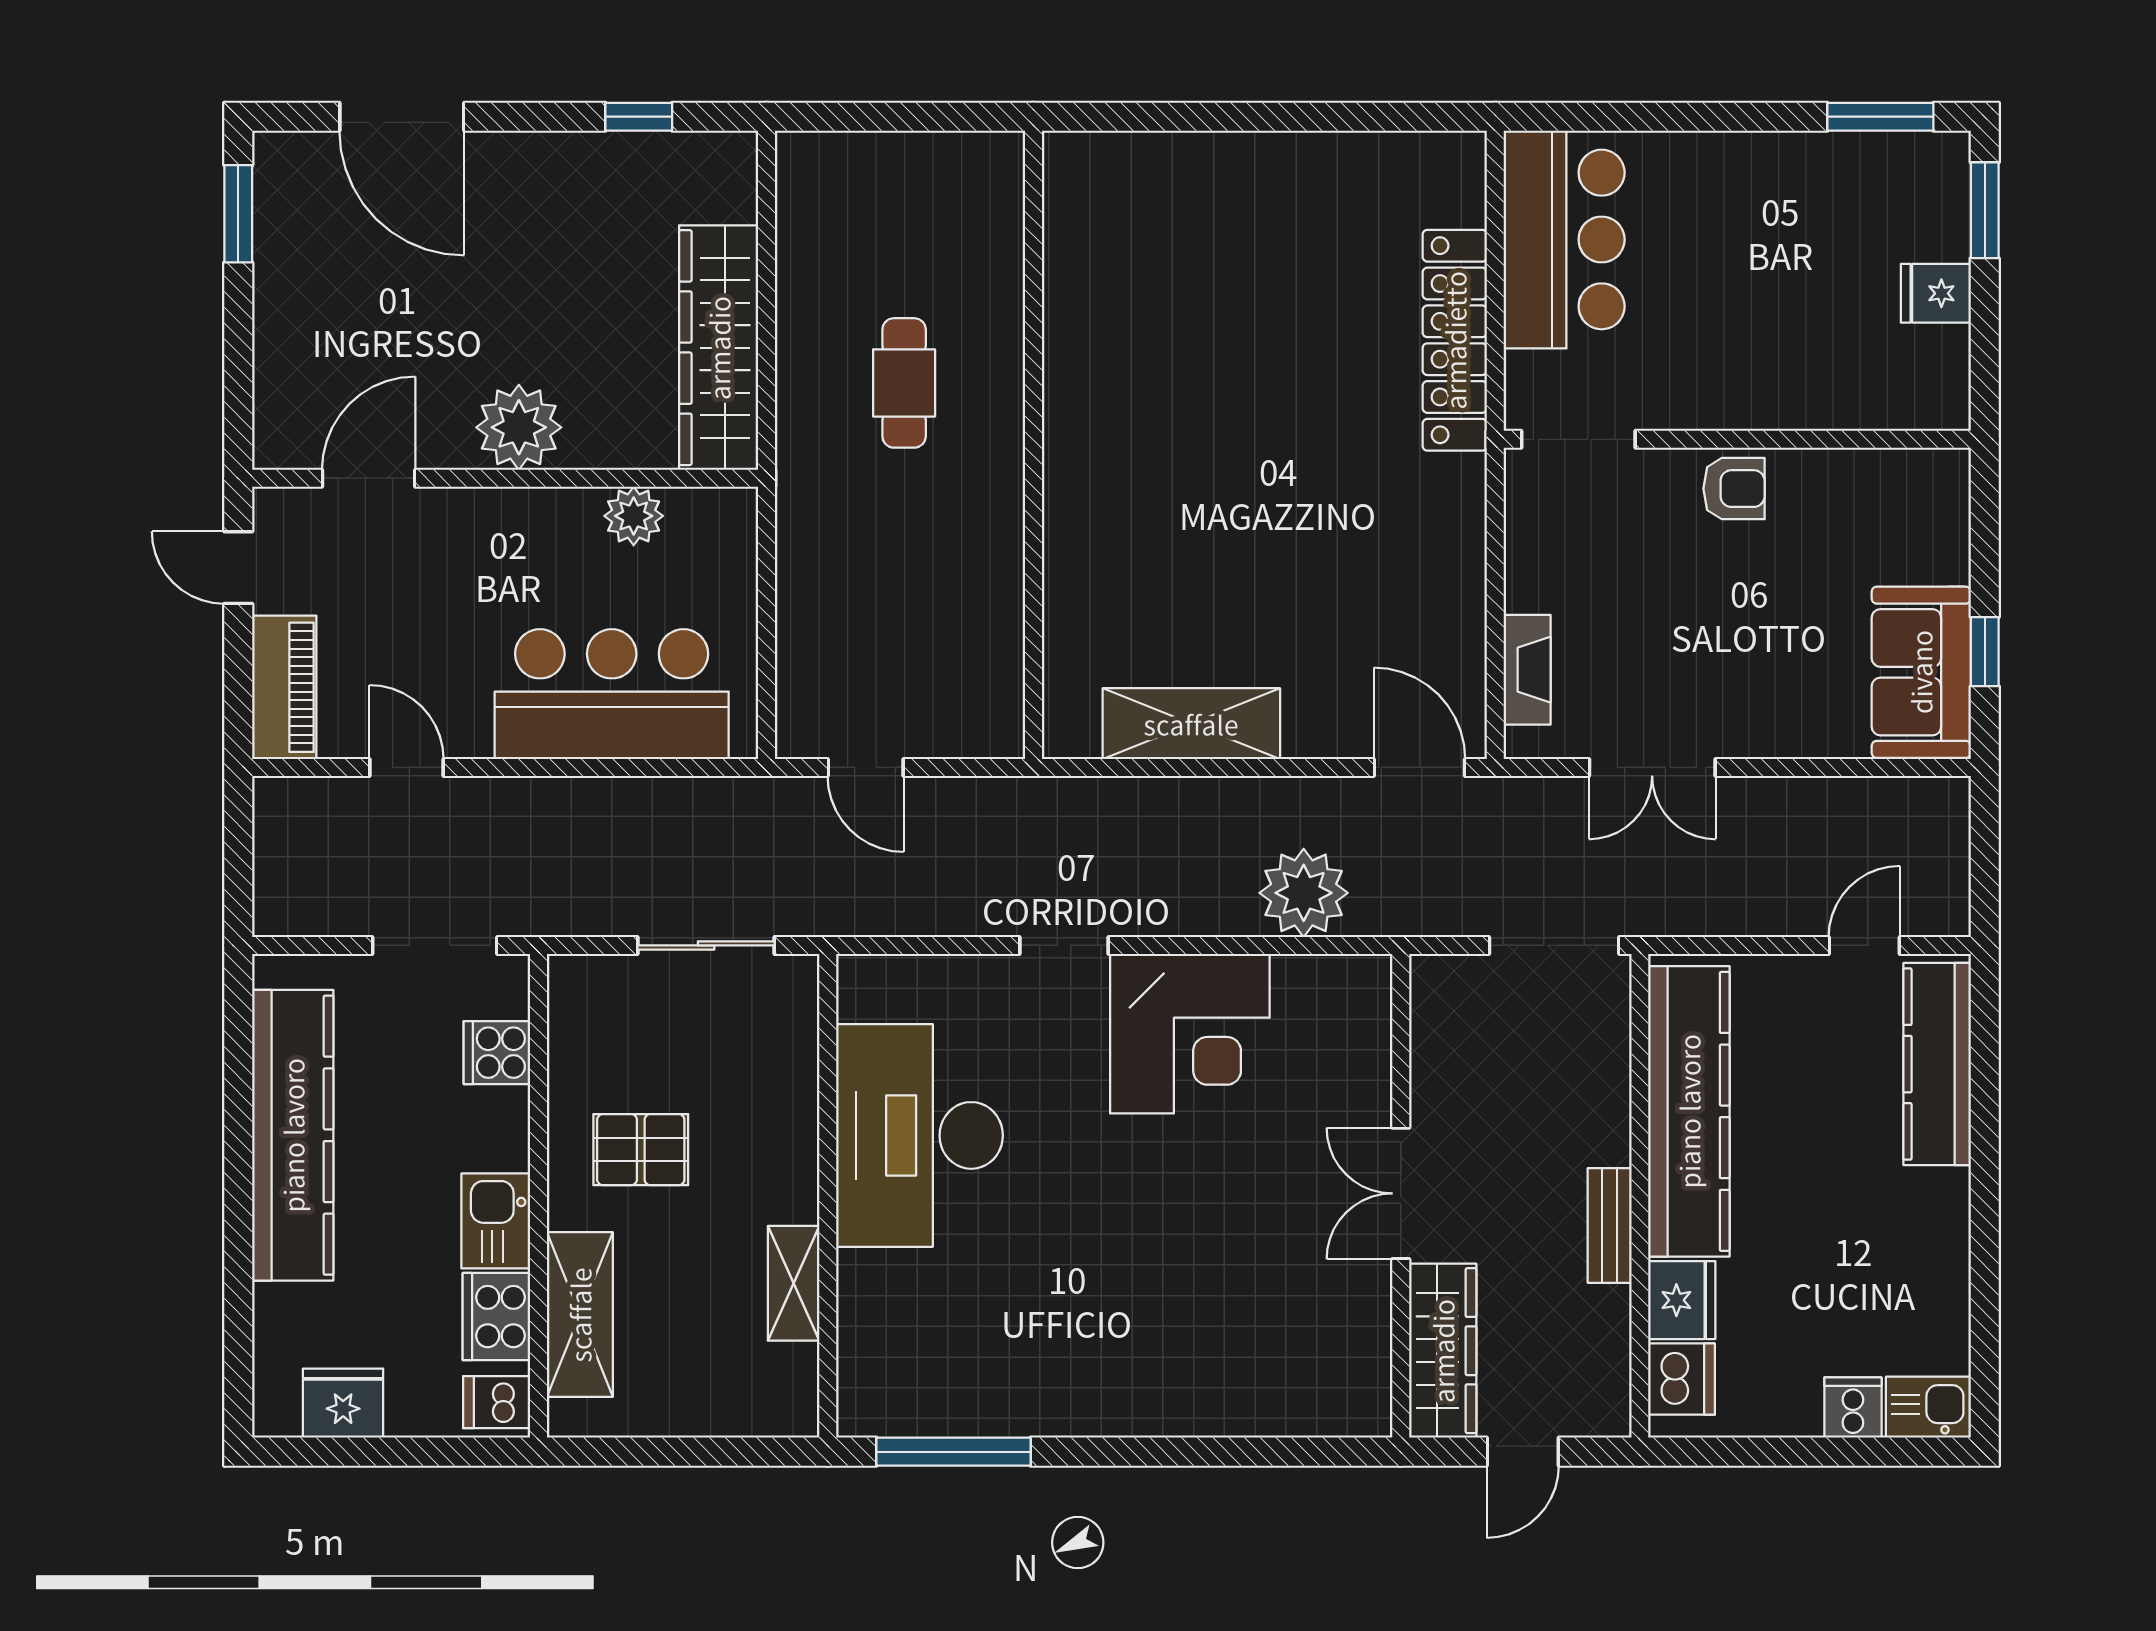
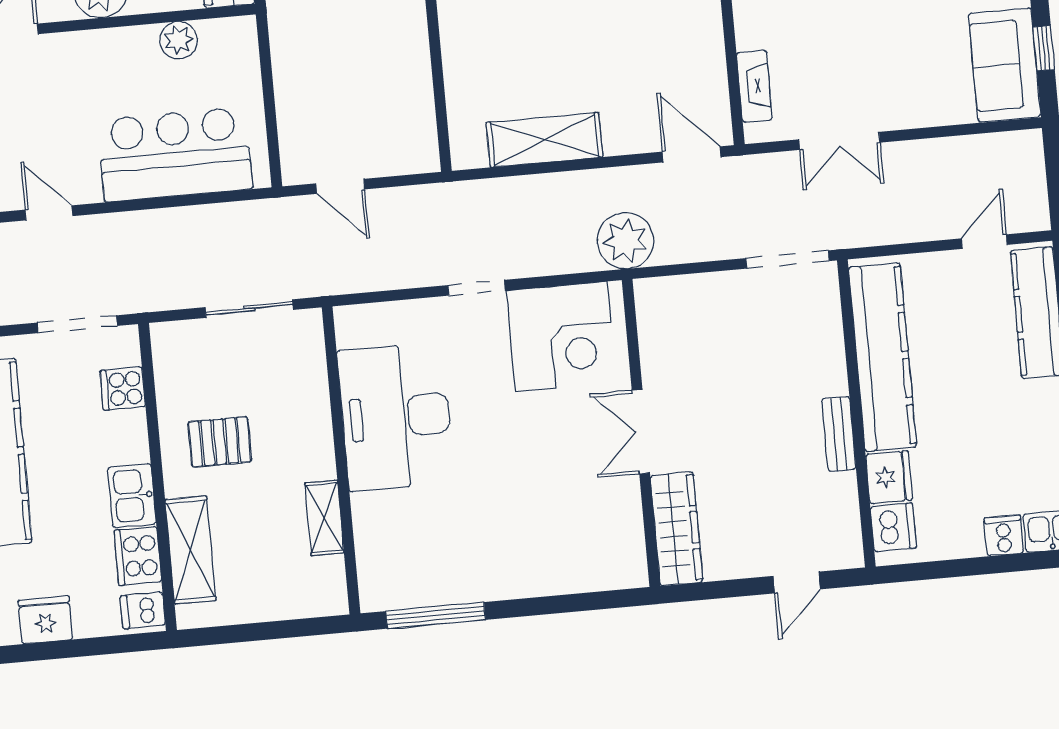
double door: (1401, 1193) -> (641, 432), moved
wall: (1401, 1196) -> (641, 433), moved
wardrobe: (1443, 1351) -> (677, 529), moved

